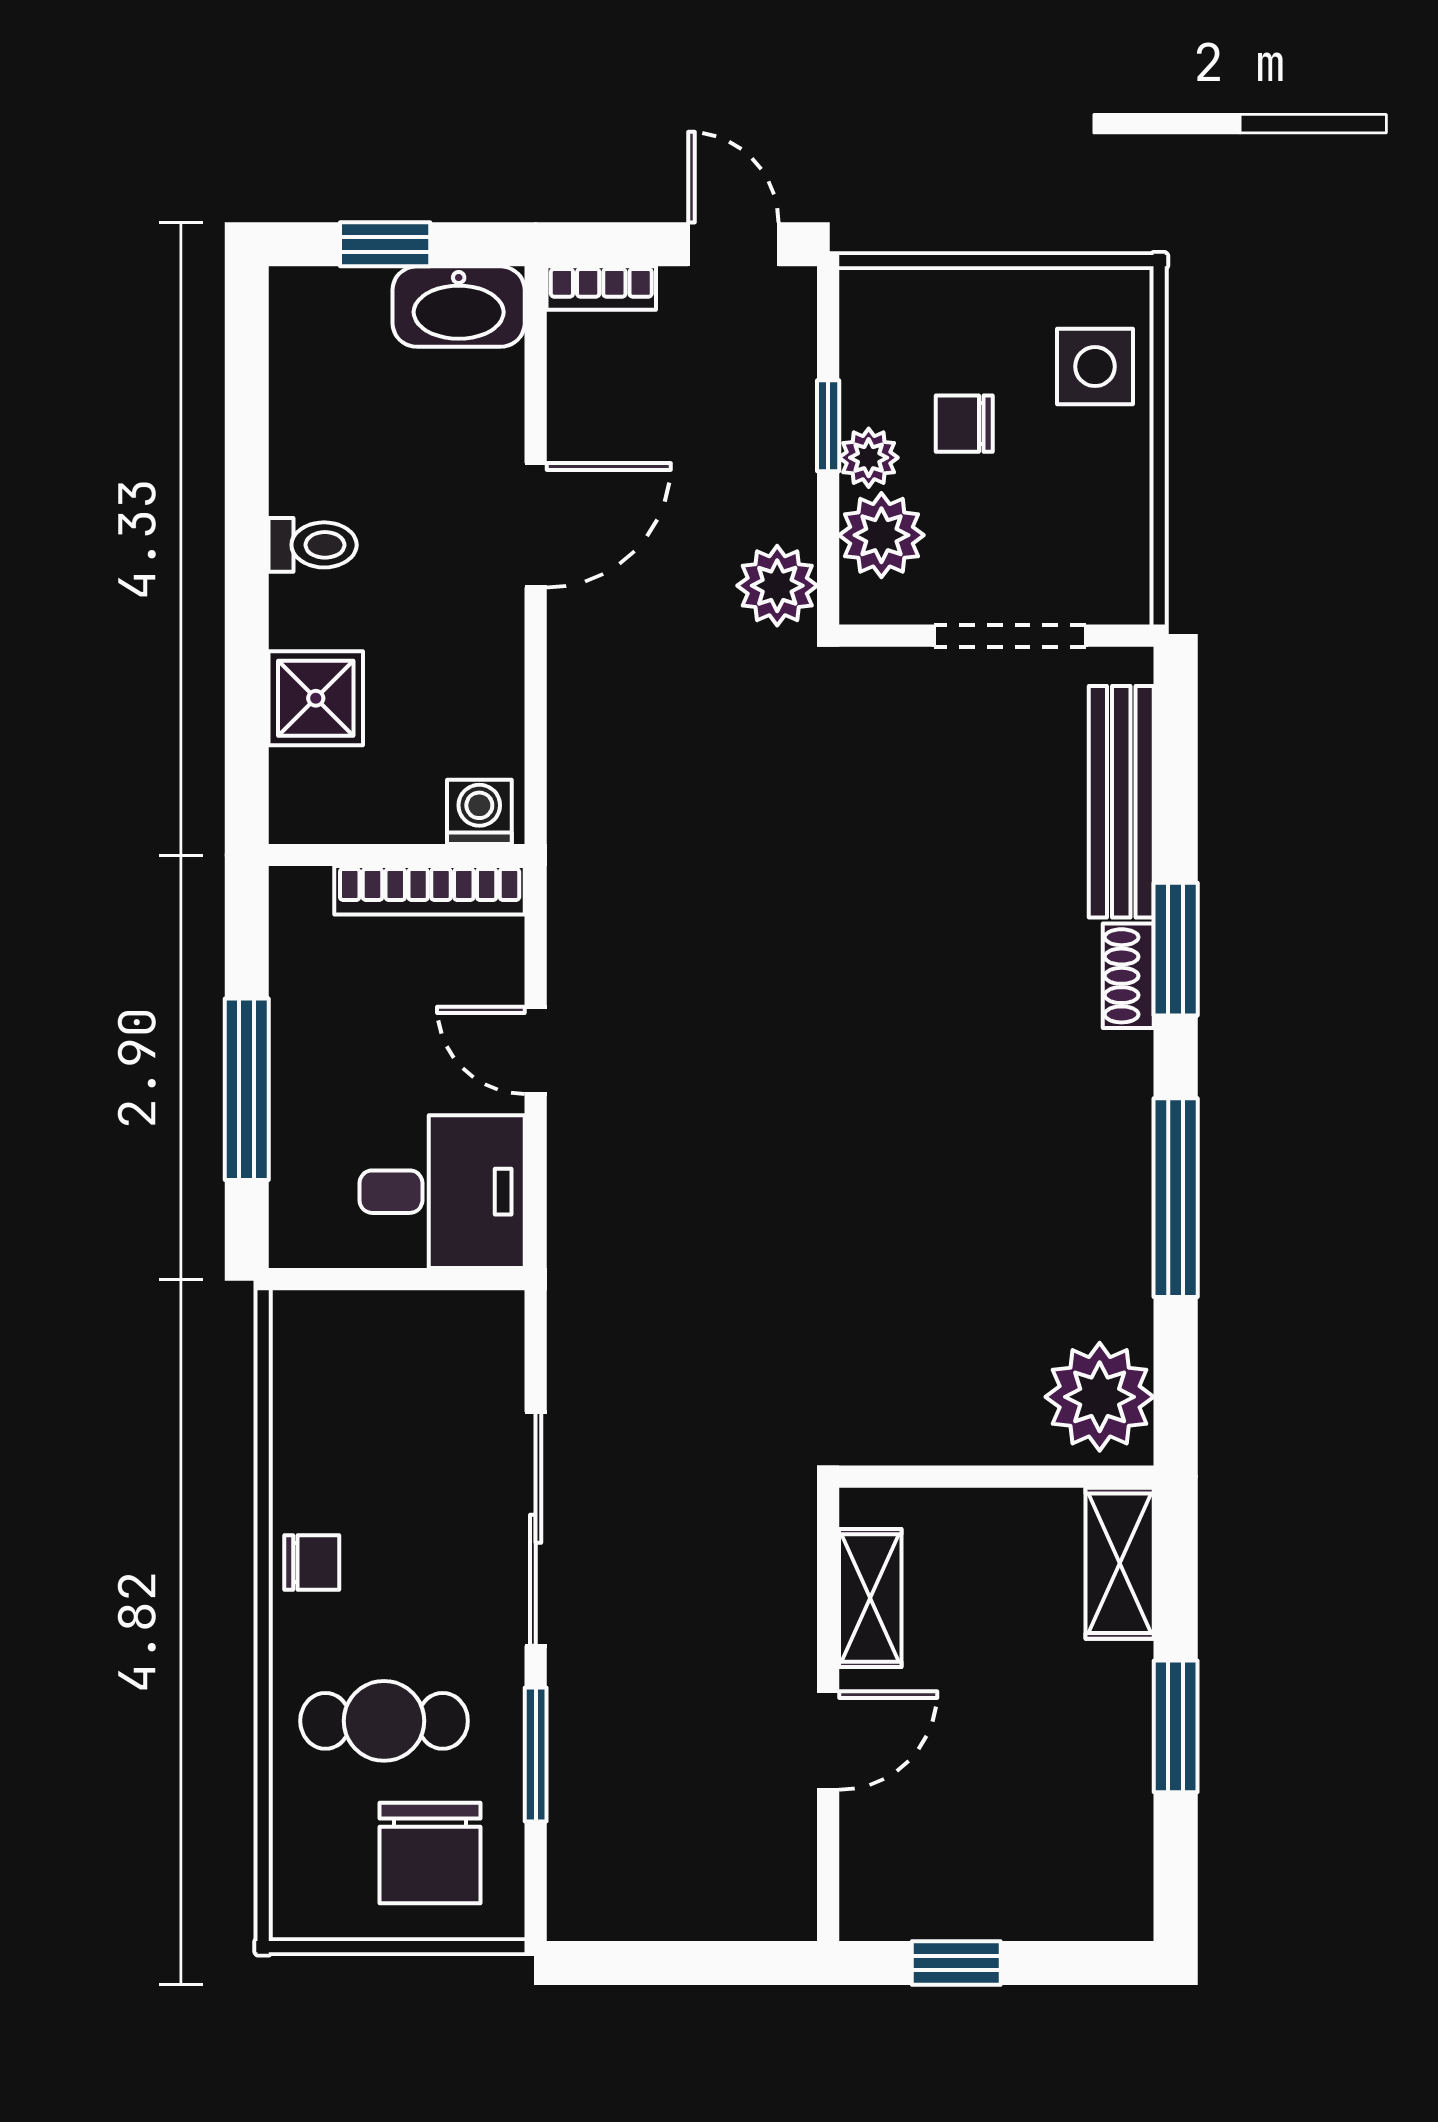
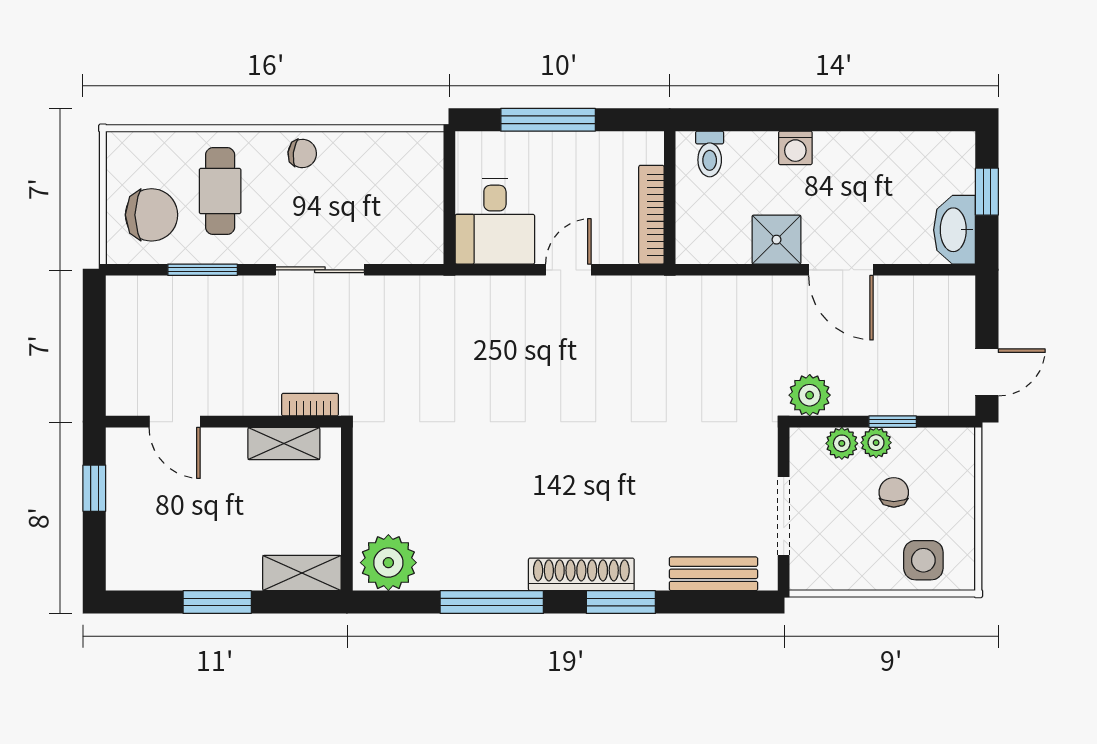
bookcase: (601, 288) -> (310, 405), moved, turned 90
plant: (881, 535) -> (842, 443), width x0.73, depth x0.73
toilet: (313, 545) -> (710, 154), moved
shower: (316, 698) -> (776, 240), moved
bench: (1121, 802) -> (713, 574), width x0.73
washing machine: (479, 812) -> (795, 148), moved, turned 90
shoe rack: (1128, 976) -> (581, 574), width x1.94, depth x1.24
sliding door: (536, 1529) -> (320, 270), width x0.73
chair: (312, 1563) -> (302, 153), turned -83
door: (828, 1740) -> (175, 422), moved
chair: (430, 1853) -> (152, 215), turned 180

